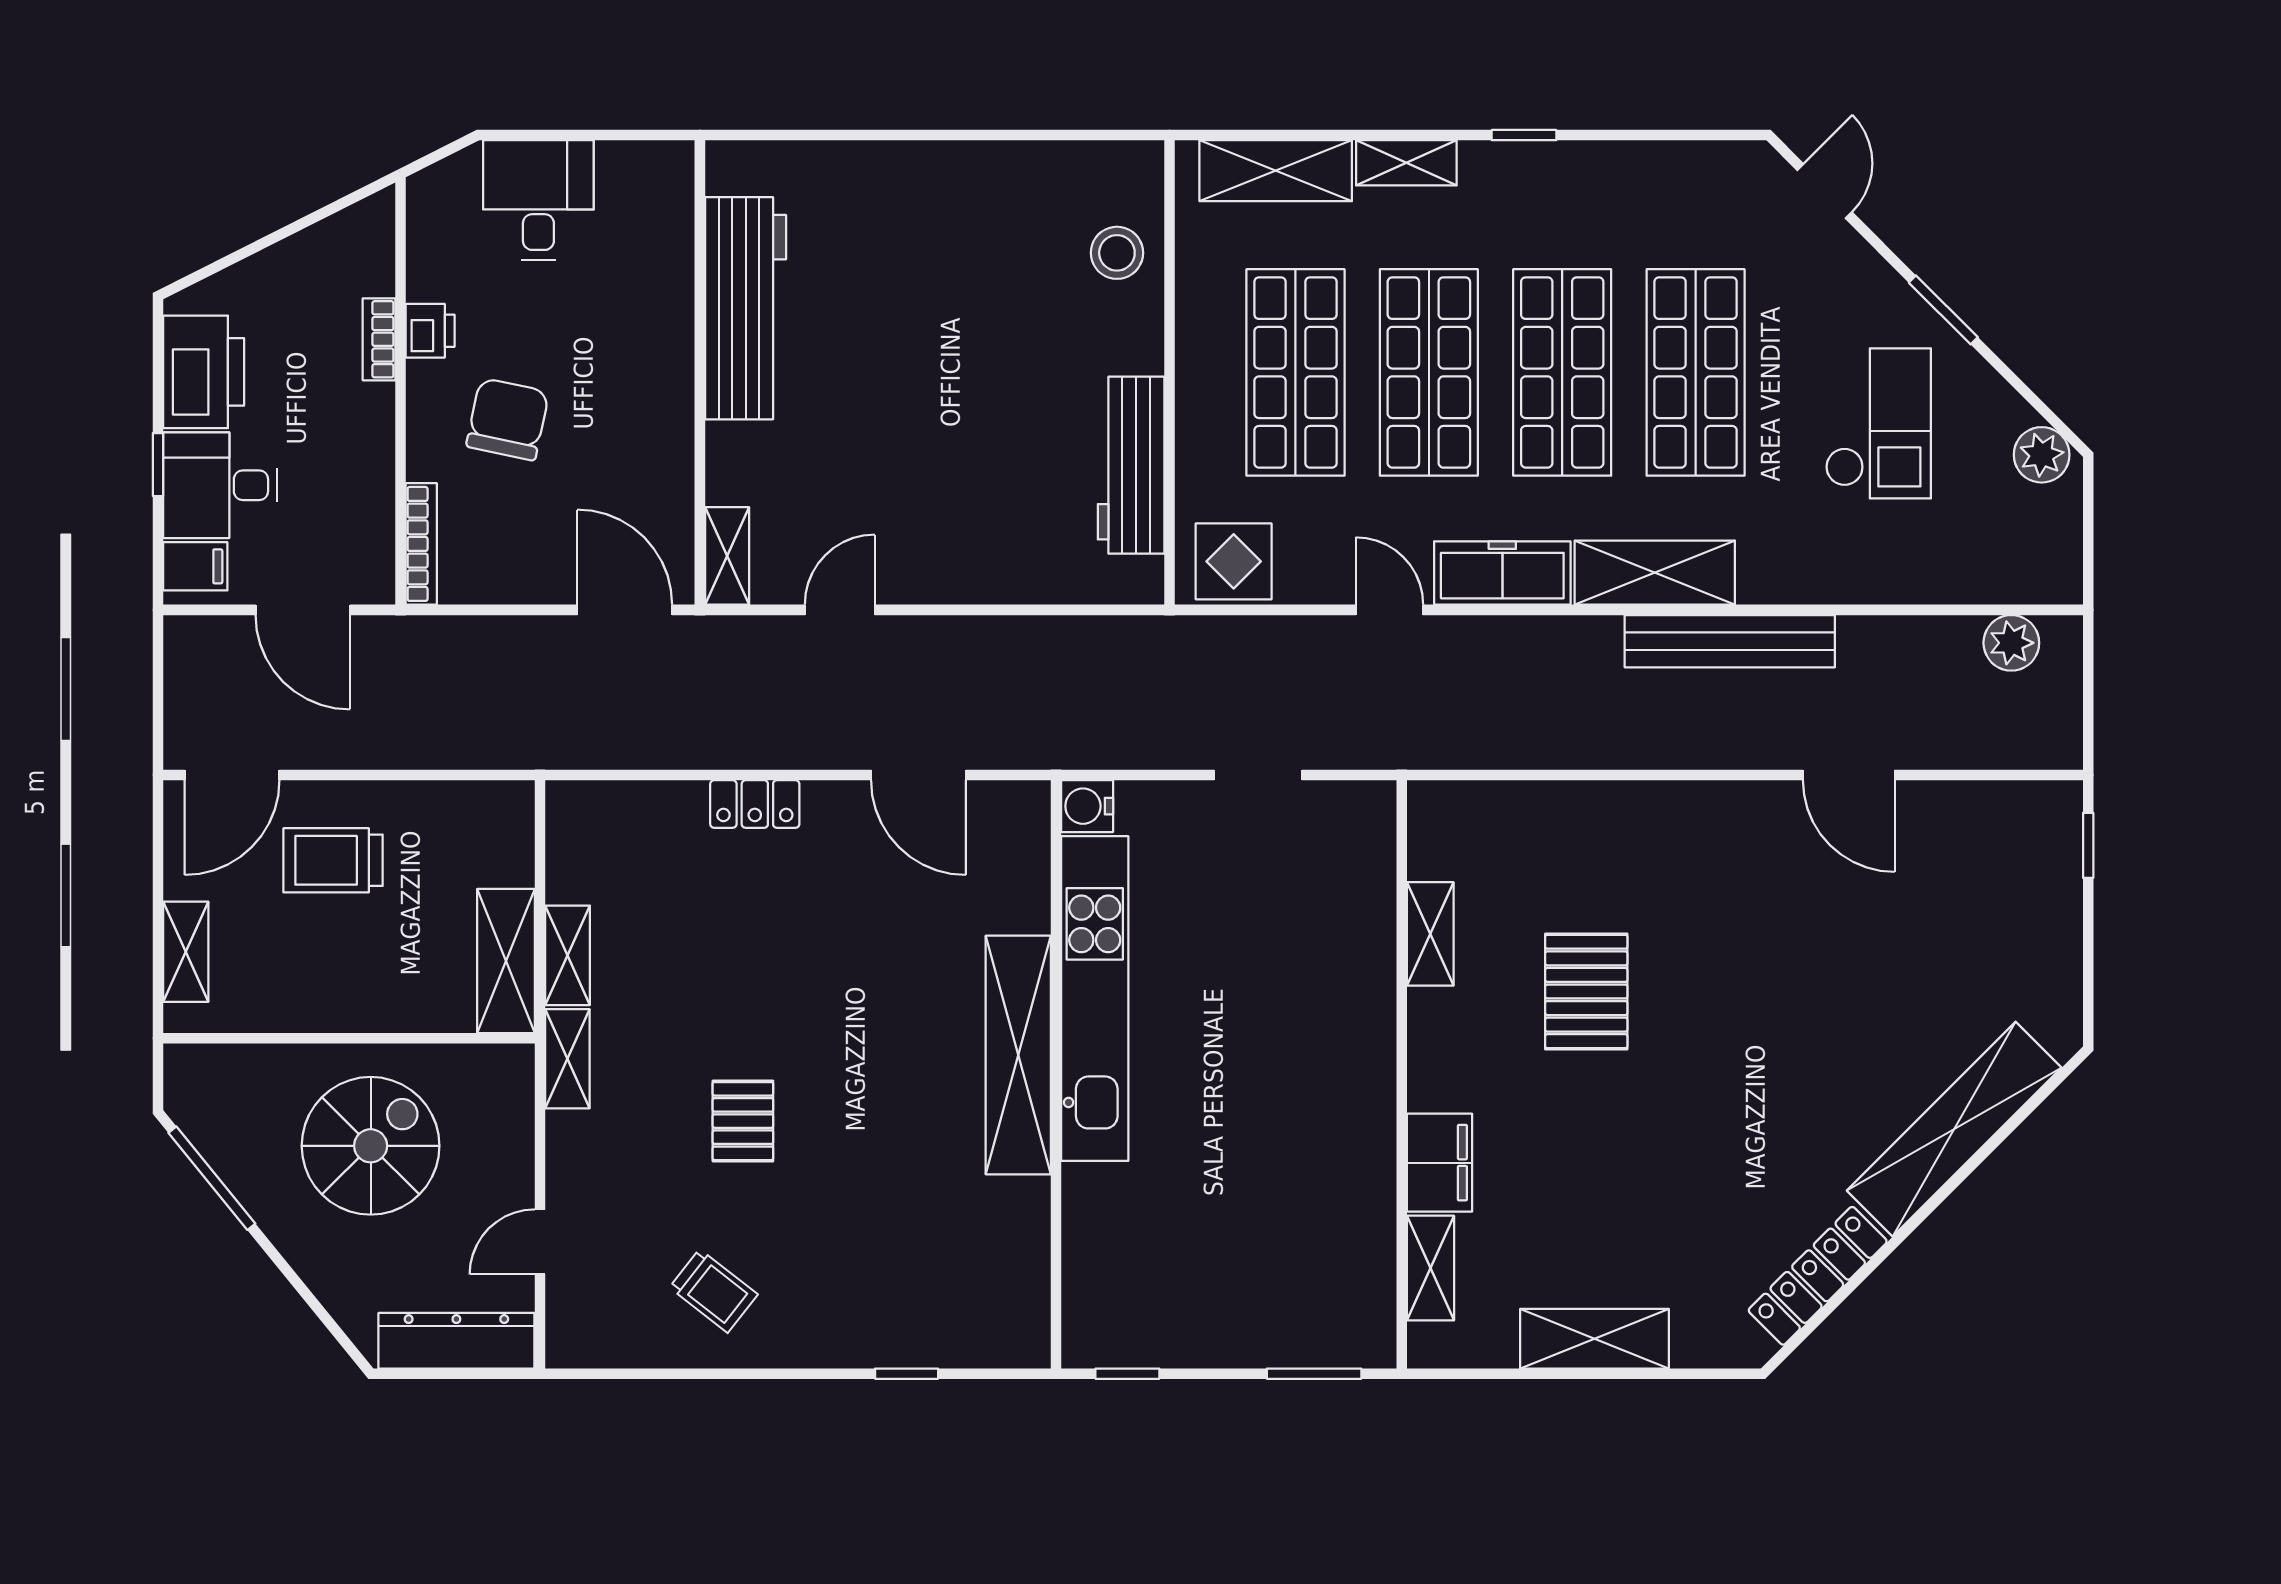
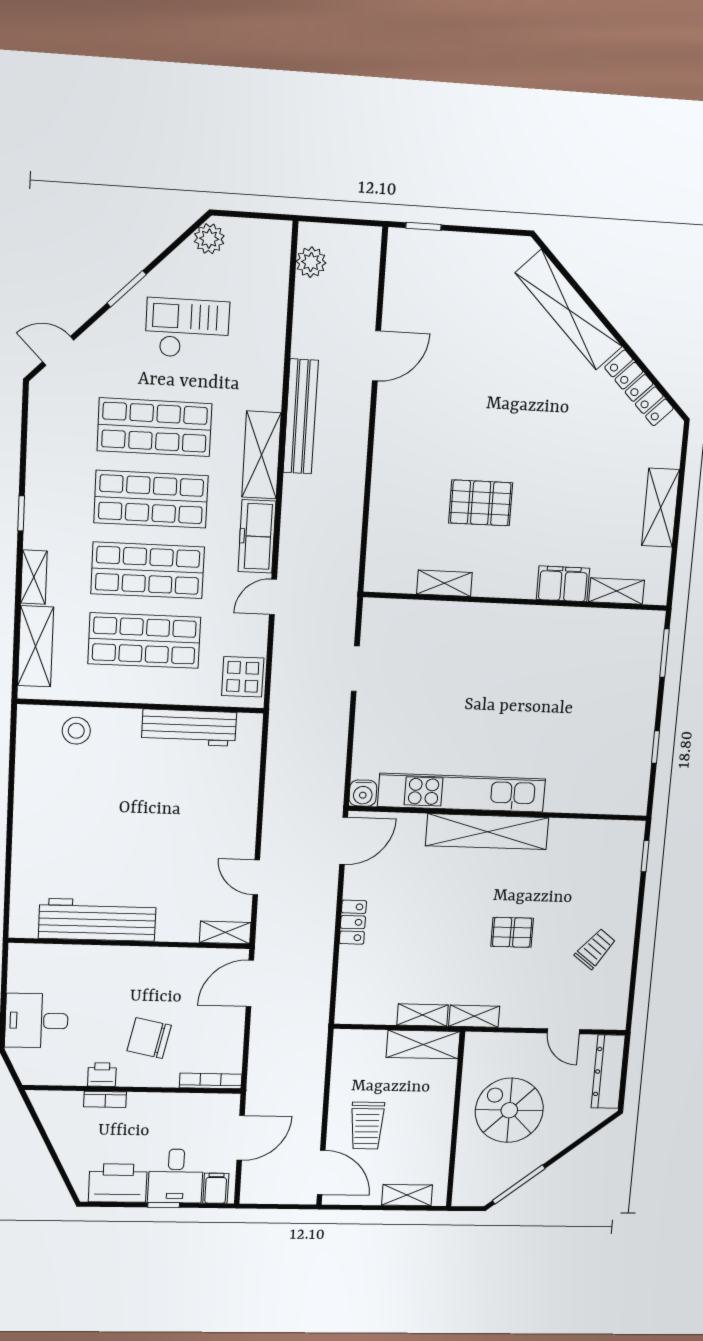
water cooler: (1087, 806) -> (363, 793), moved
kitchen unit: (1095, 999) -> (462, 793), moved
shelving: (1018, 1055) -> (487, 832), moved
wall: (1056, 1074) -> (499, 813), moved

